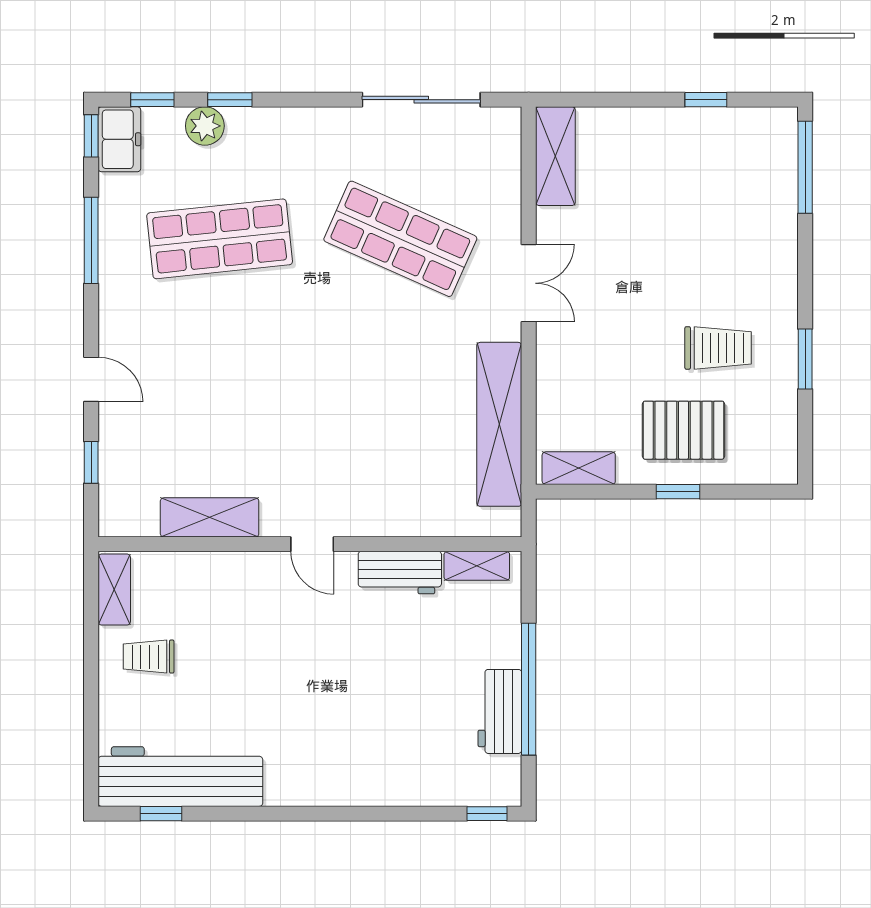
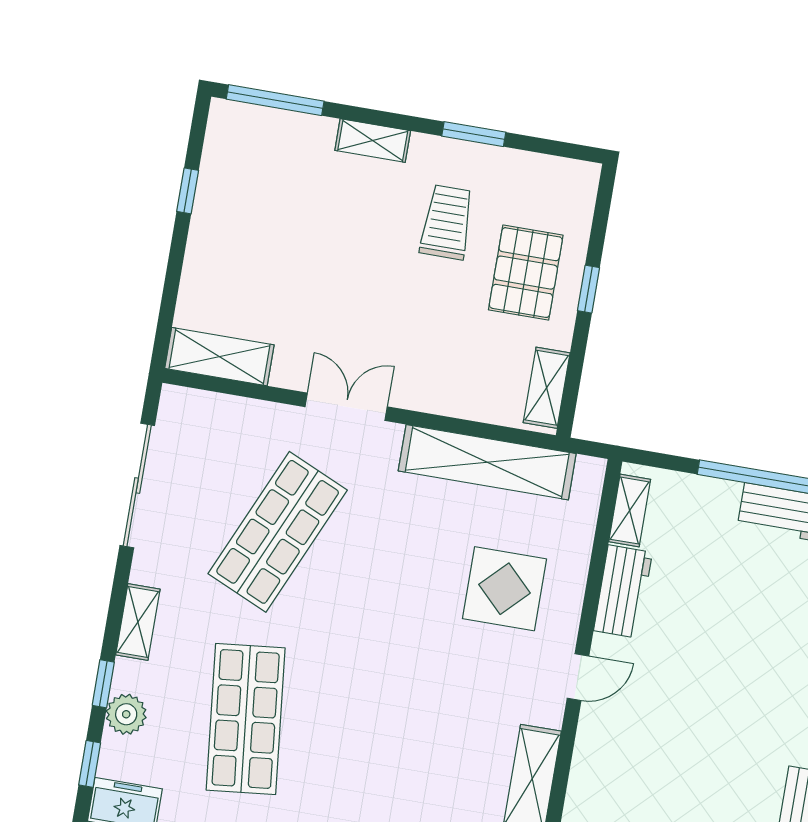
shelving: (293, 122) -> (138, 622), added
shelving: (783, 265) -> (373, 141), added
display table: (383, 461) -> (504, 589), added

